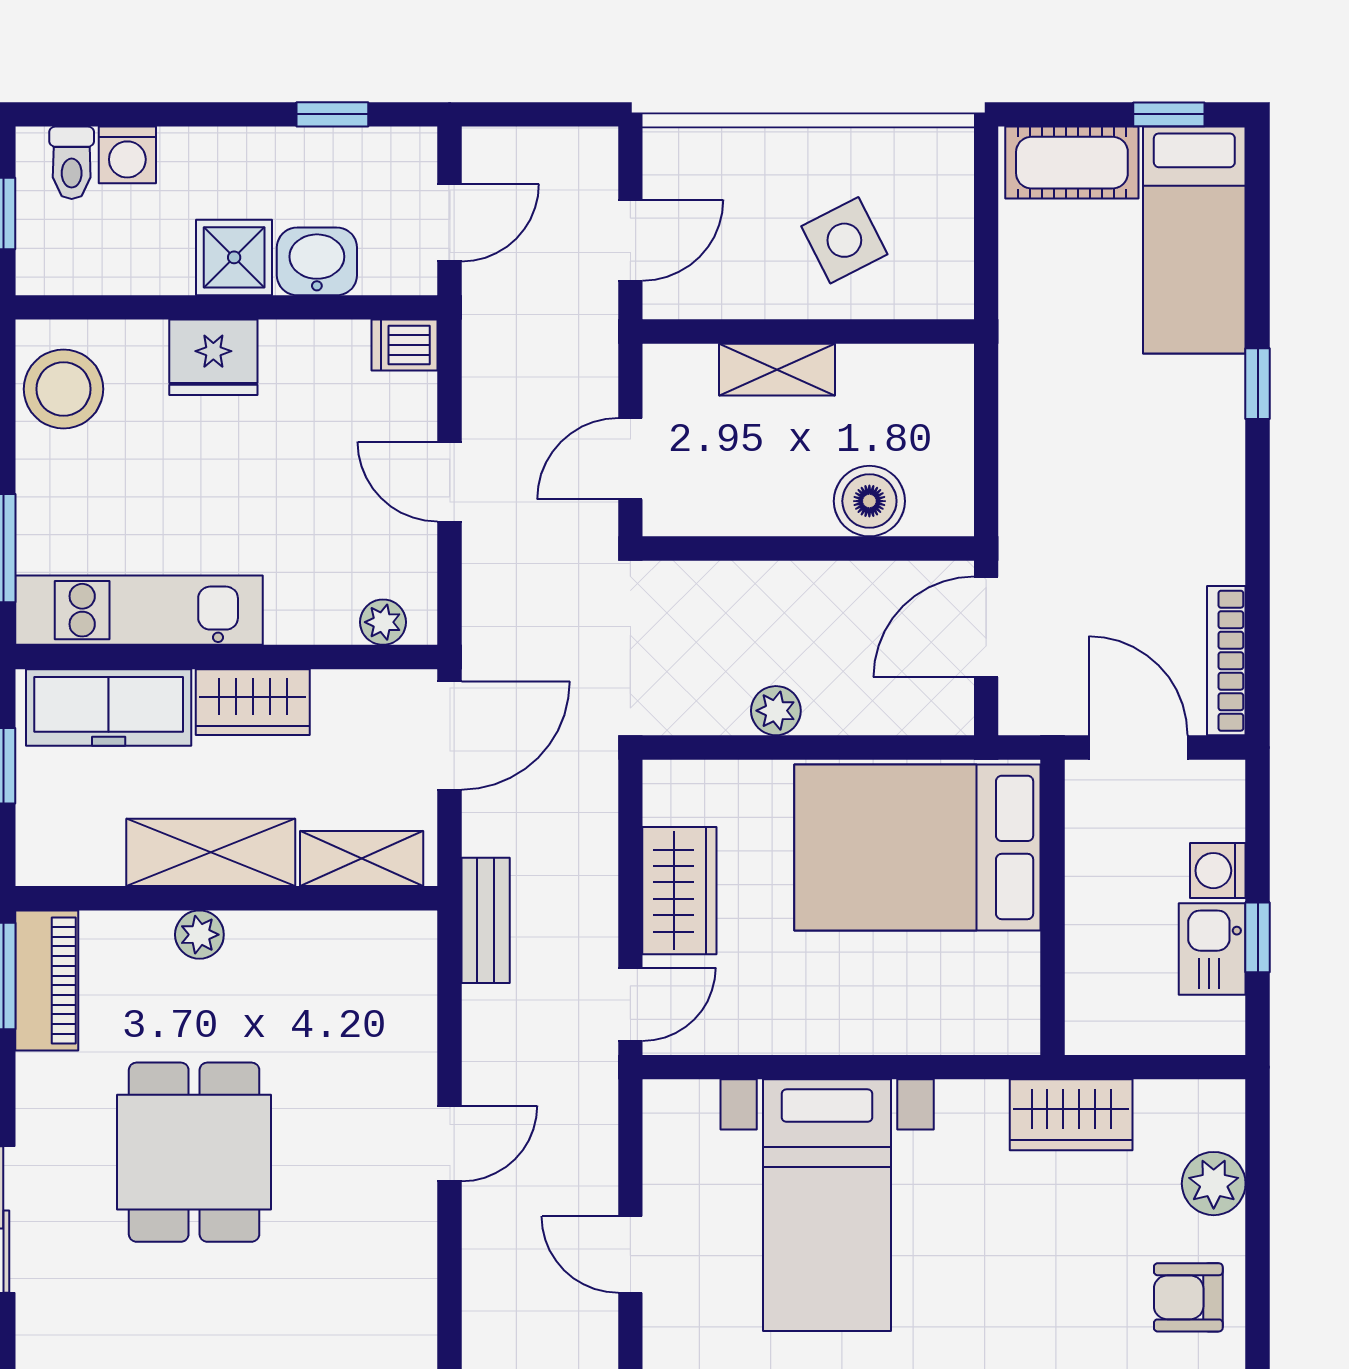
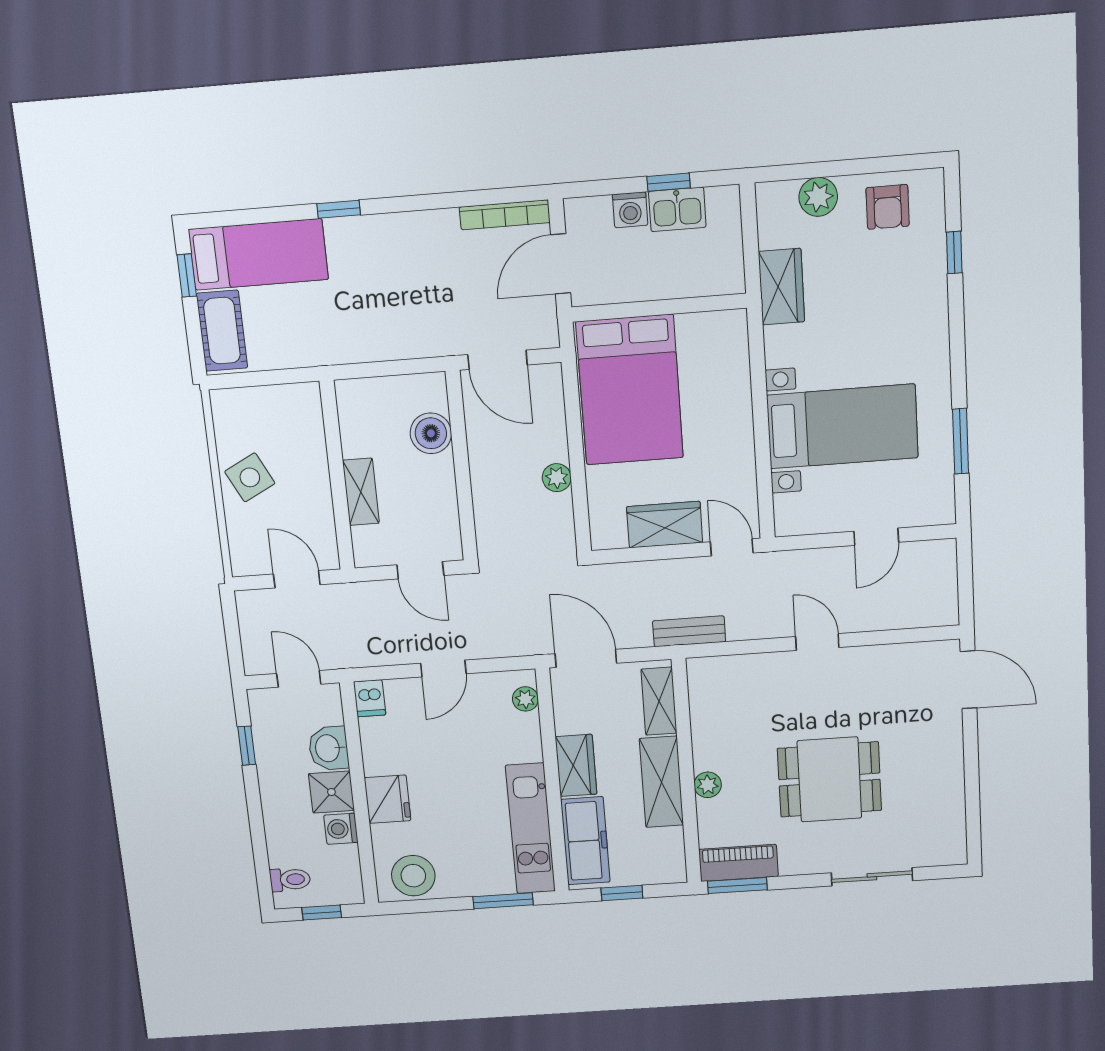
washing machine: (127, 155) -> (341, 829), moved, turned 180
side table: (844, 240) -> (250, 477), moved

